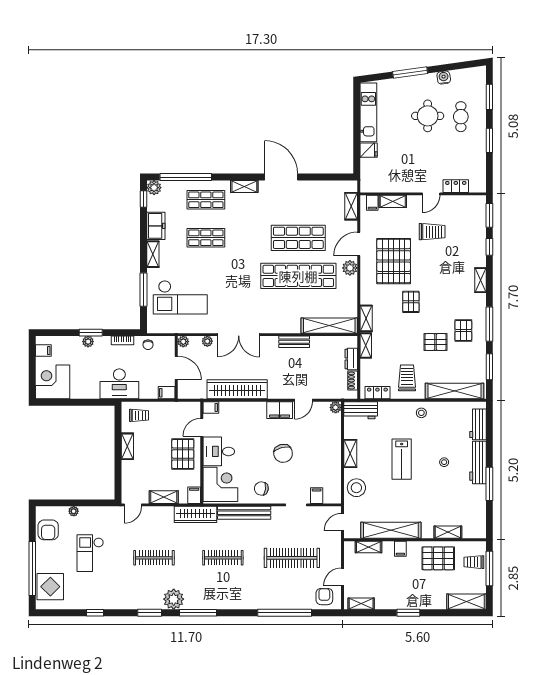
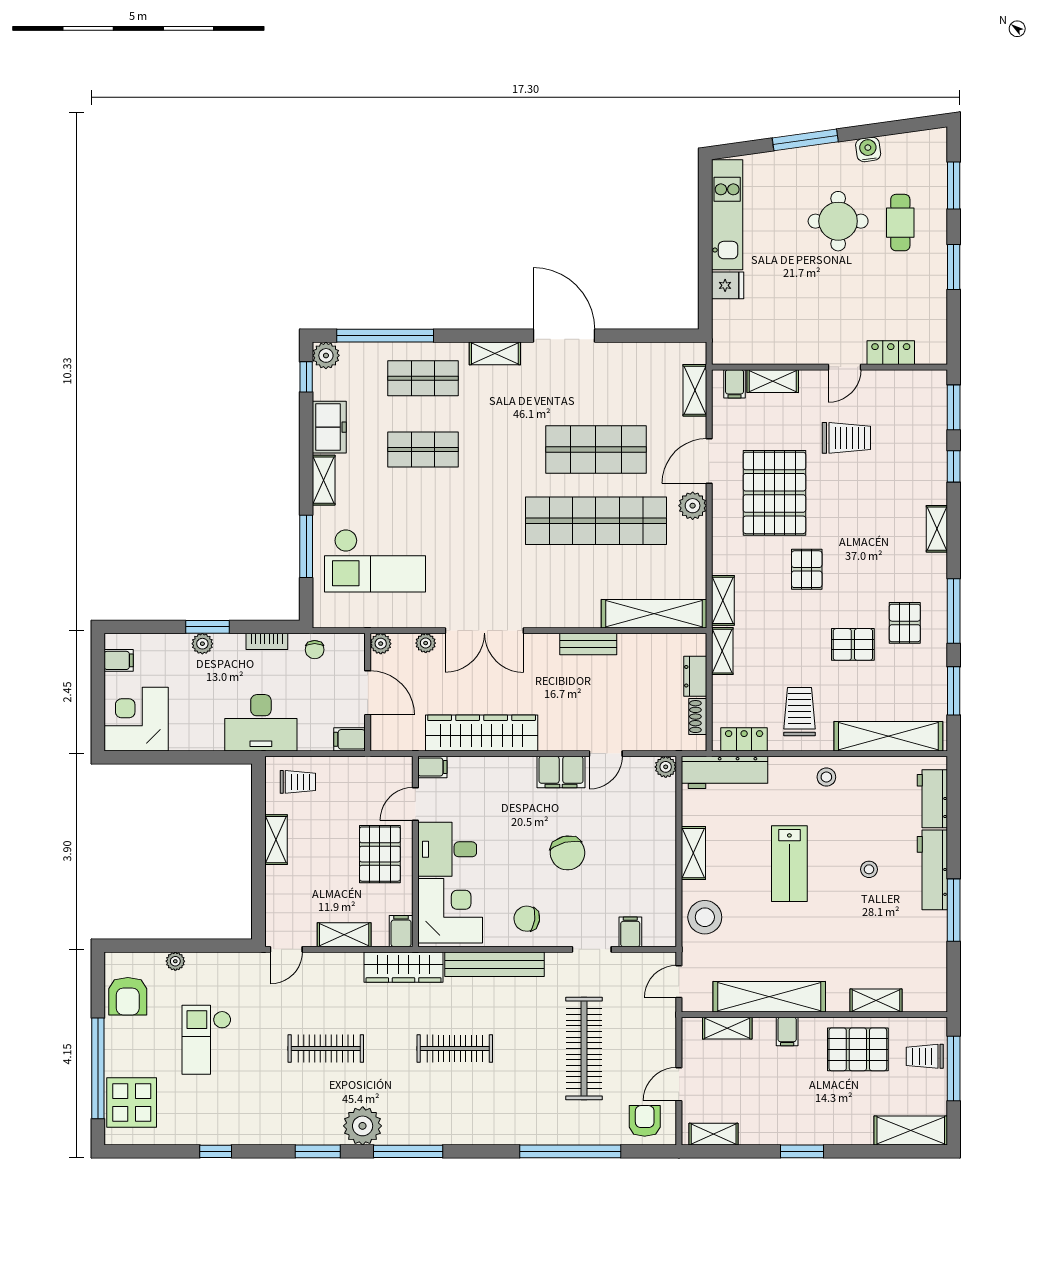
workbench: (361, 410) -> (725, 772), width x1.38
clothes rail: (292, 558) -> (584, 1049), turned 90

